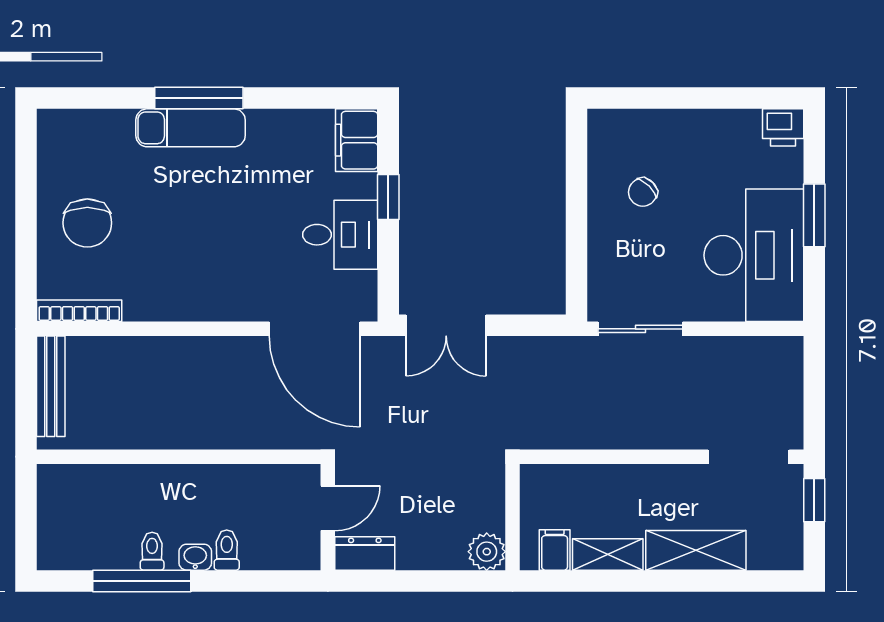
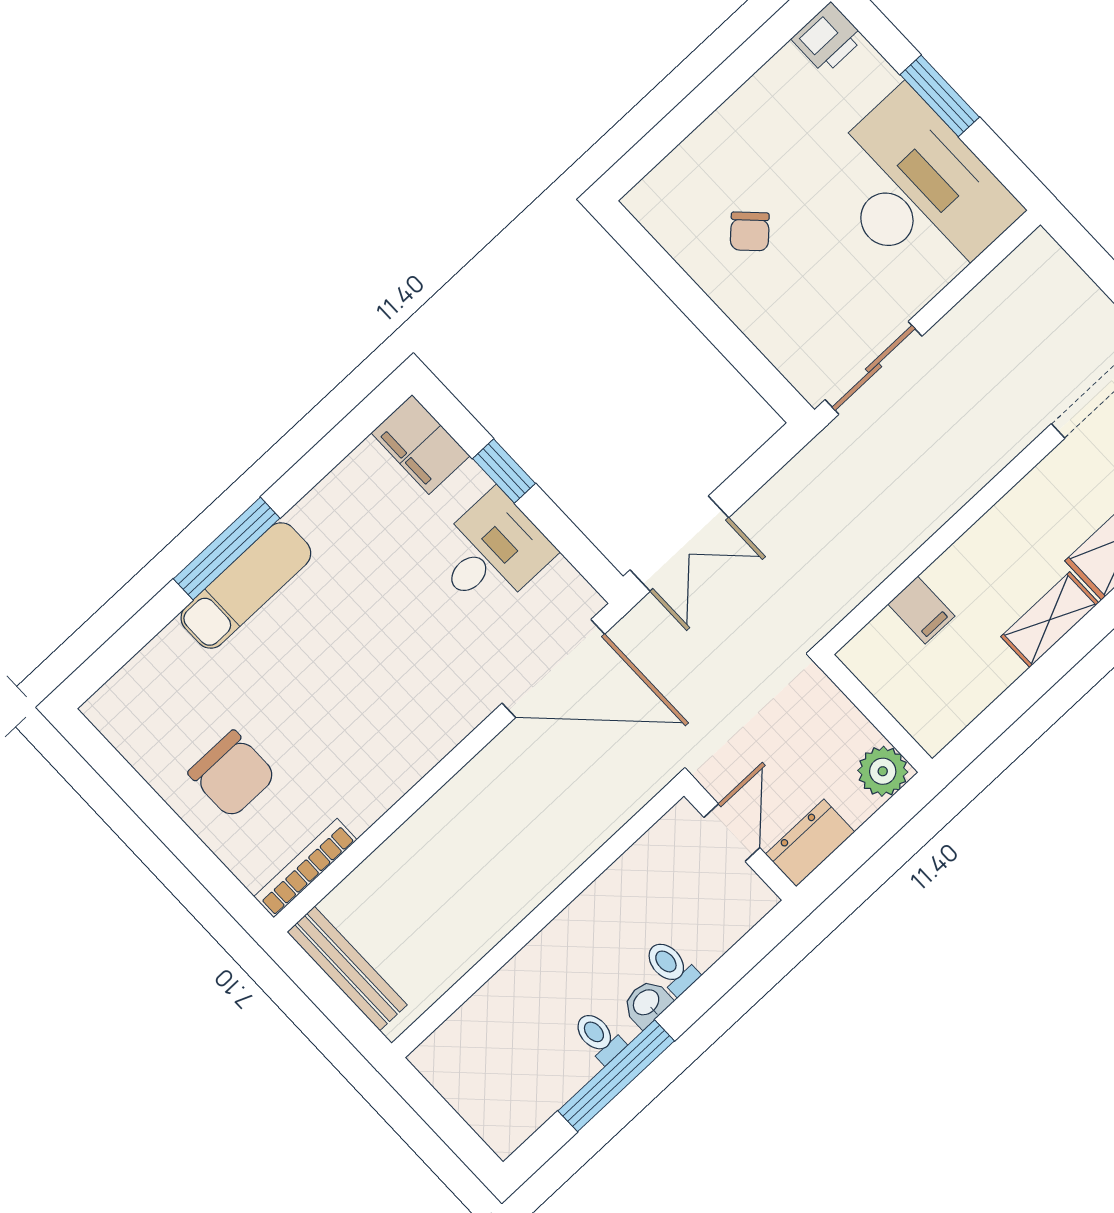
wall: (512, 517) -> (876, 713), moved
filing cabinet: (555, 550) -> (921, 610), moved, turned 180
plant: (487, 552) -> (883, 771), moved

